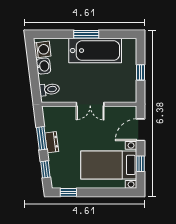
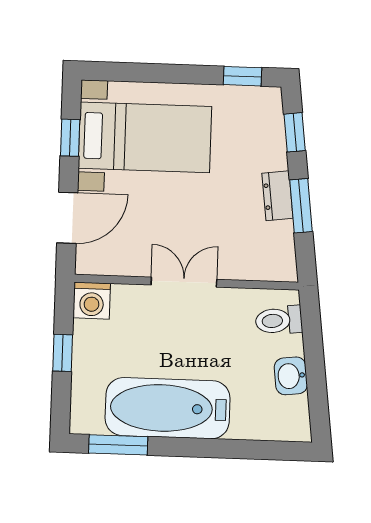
window: (86, 34) -> (118, 445), moved
washing machine: (42, 49) -> (92, 301), moved, turned -83

